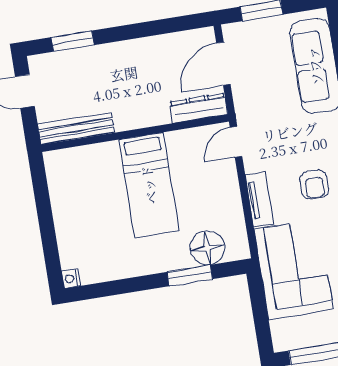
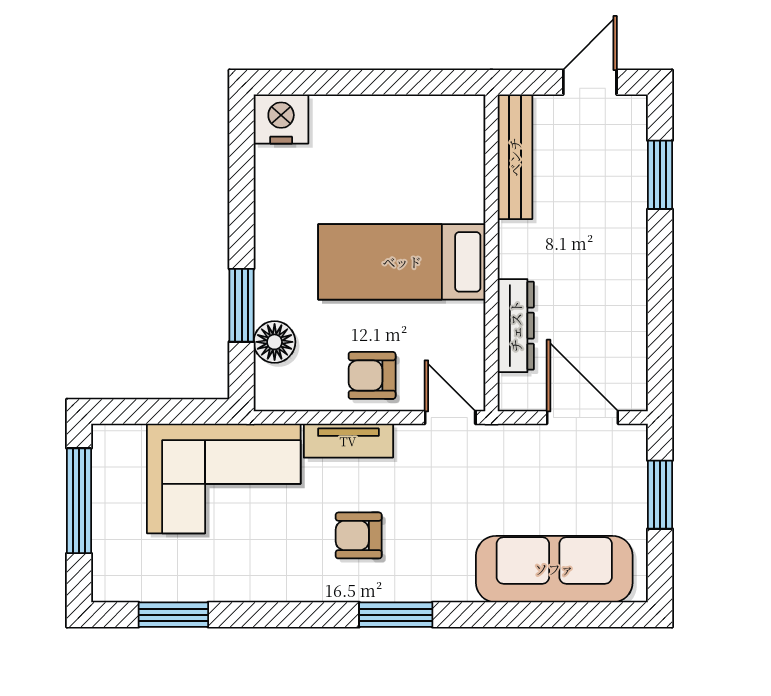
dresser: (199, 108) -> (516, 326), moved
armchair: (219, 192) -> (372, 375), added
floor lamp: (207, 248) -> (275, 342), width x0.73, depth x0.73
nightstand: (71, 279) -> (281, 119), width x1.89, depth x1.79

